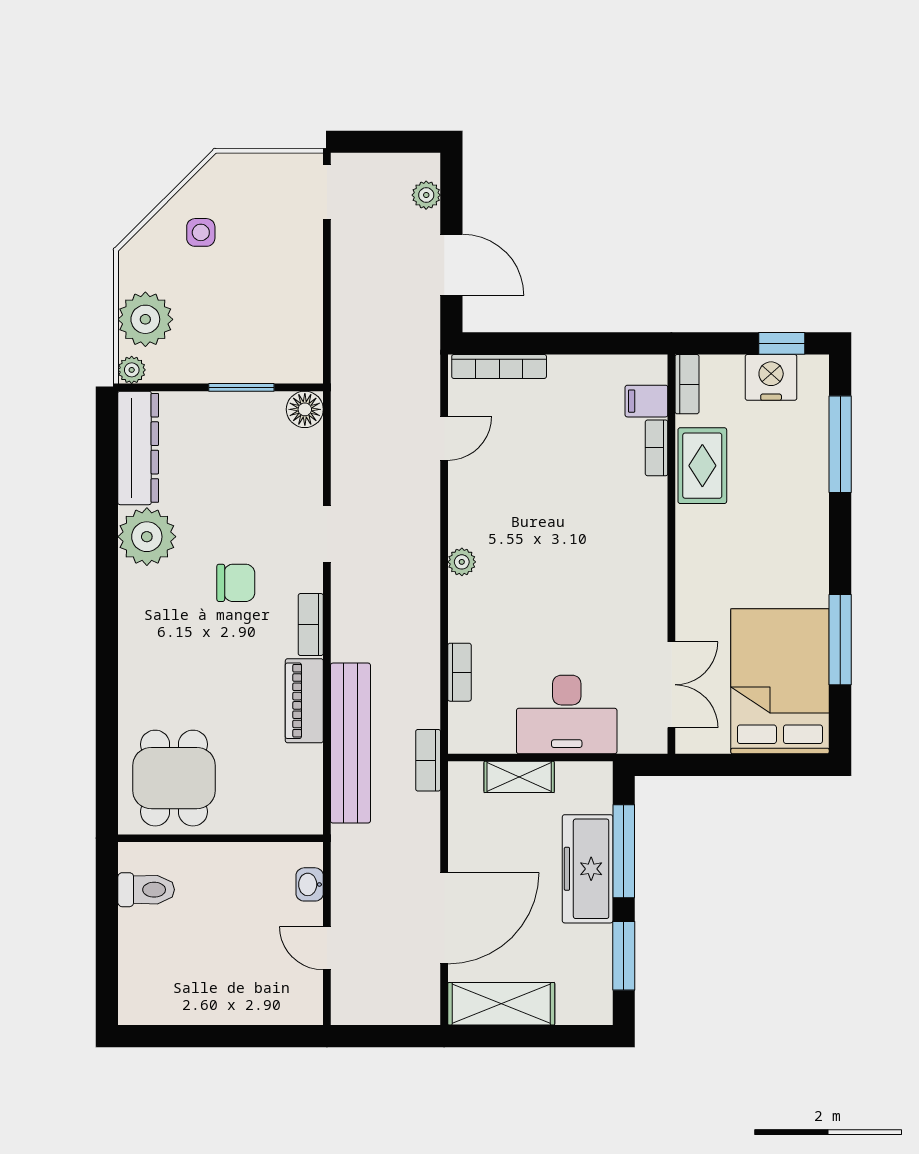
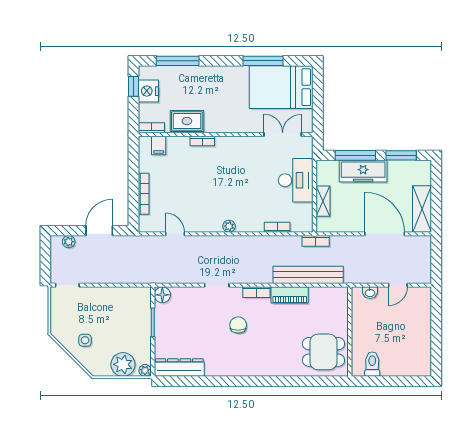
bookcase: (499, 366) -> (144, 194), moved
bookcase: (657, 448) -> (202, 141), moved
plant: (147, 537) -> (218, 364), removed

